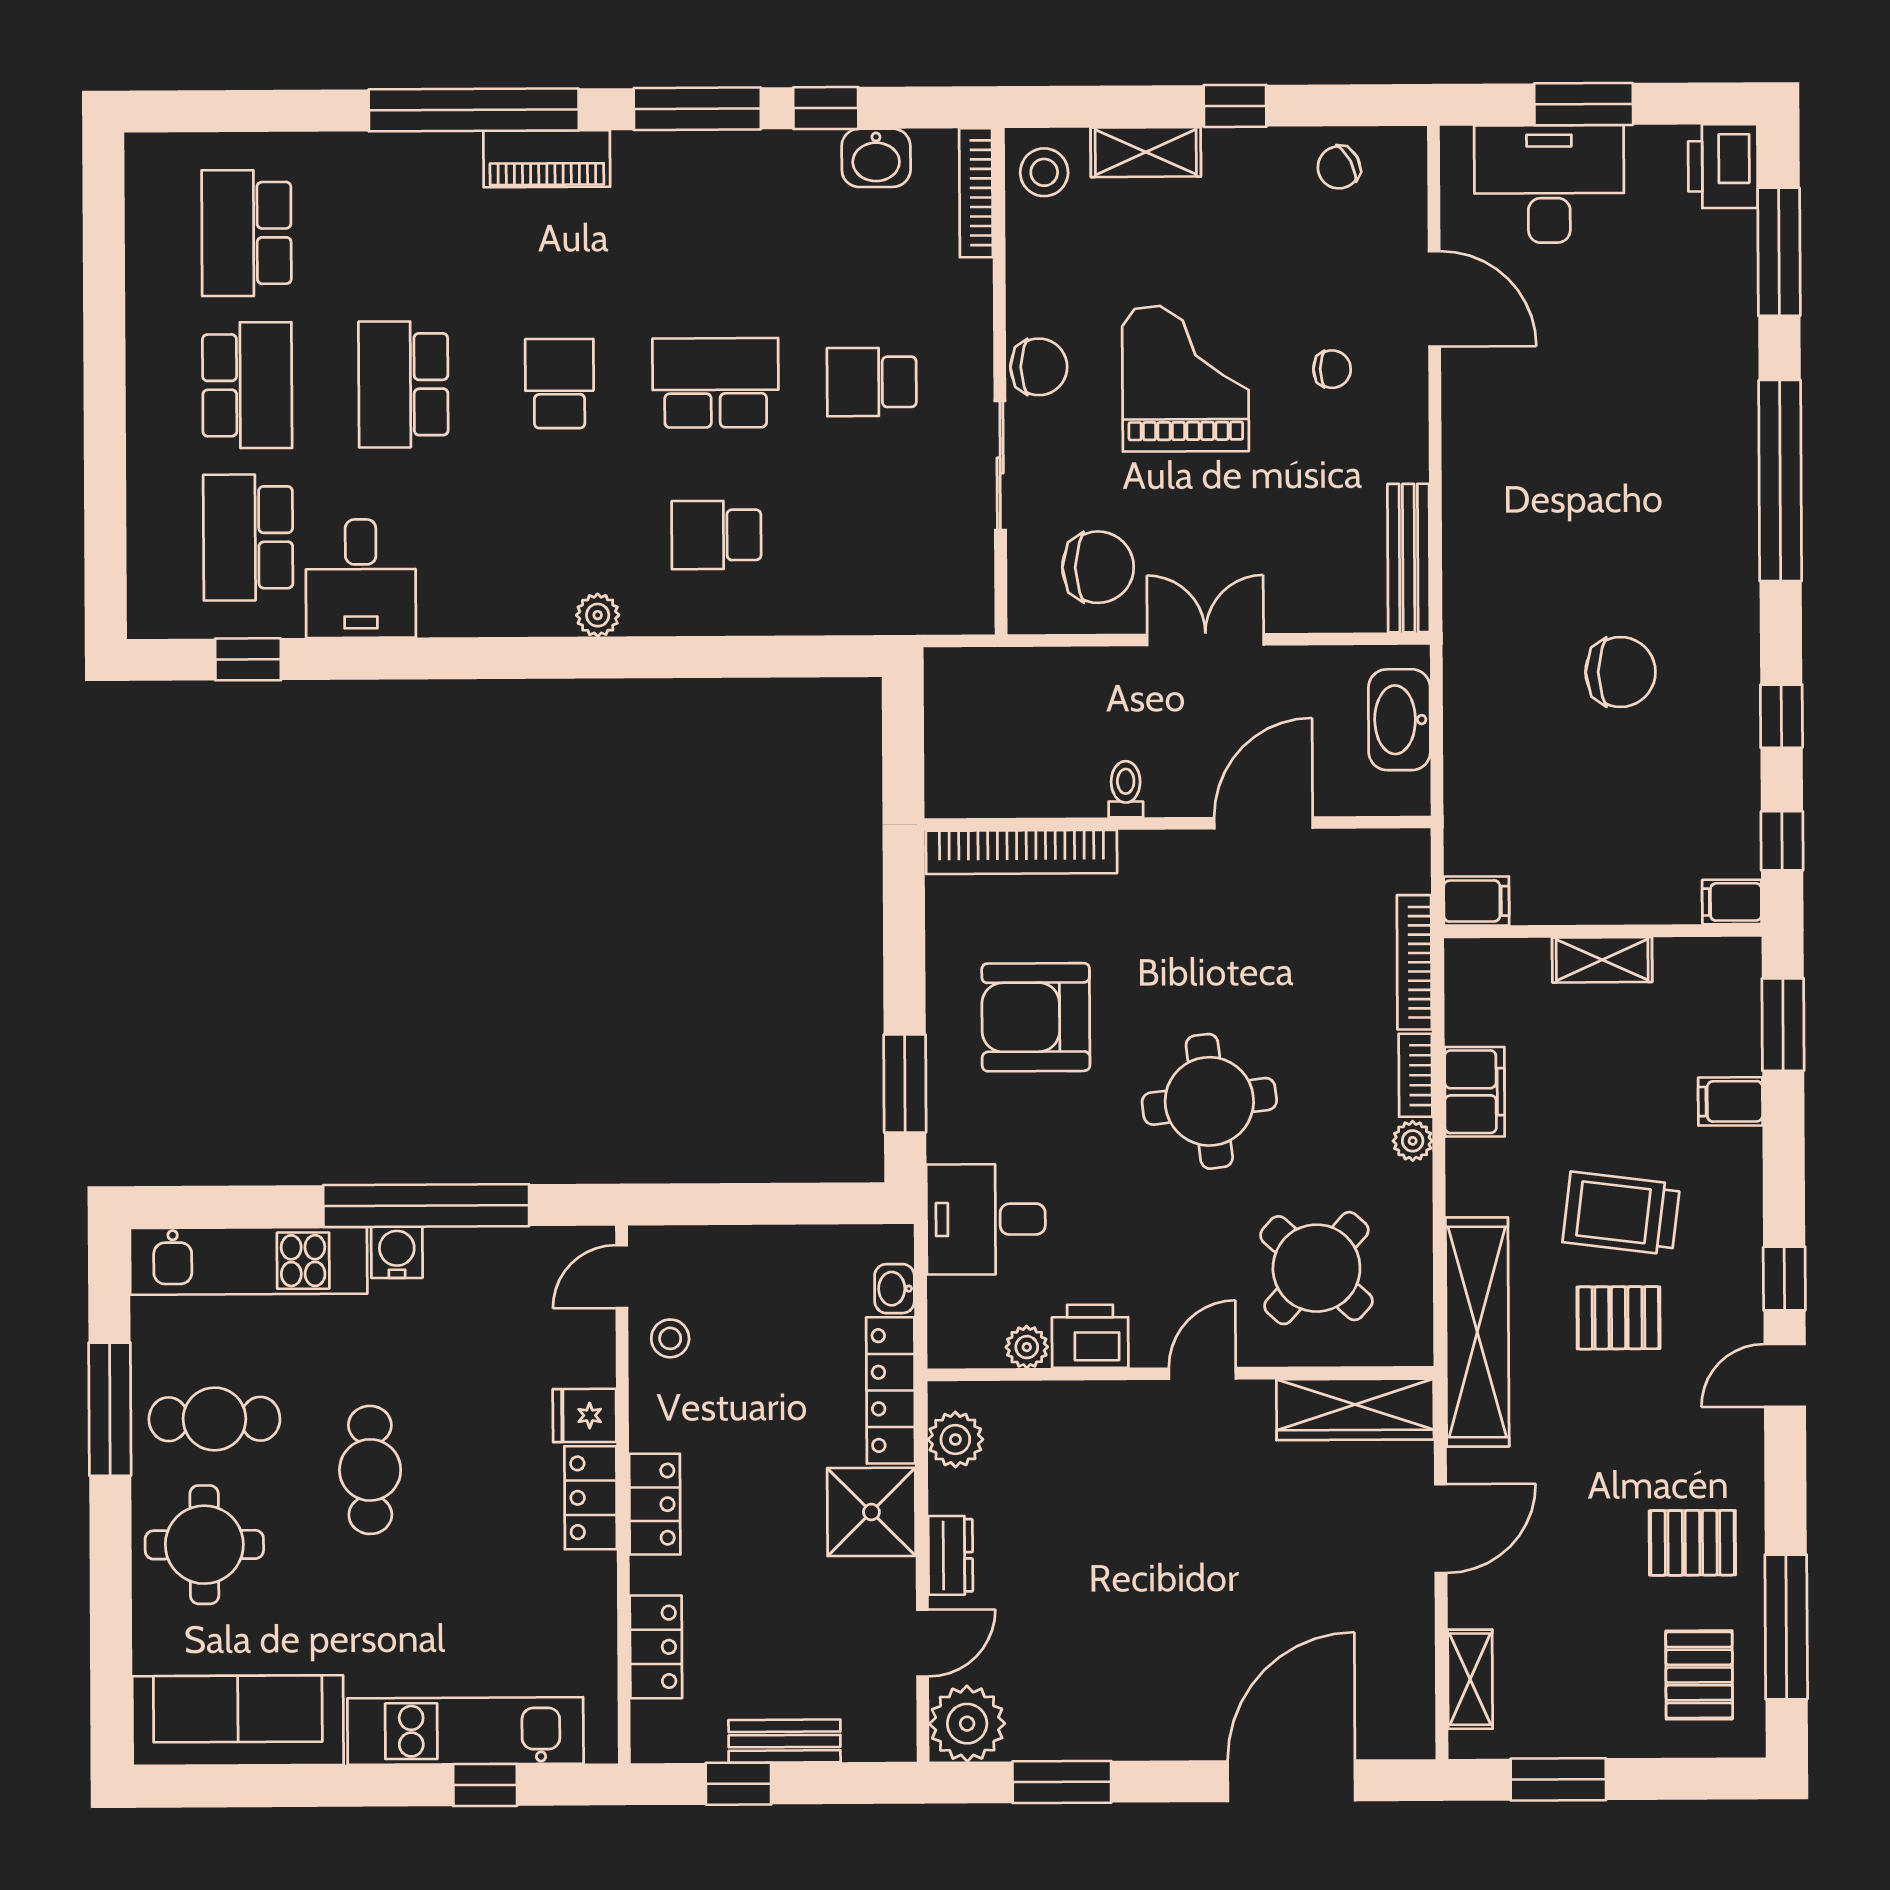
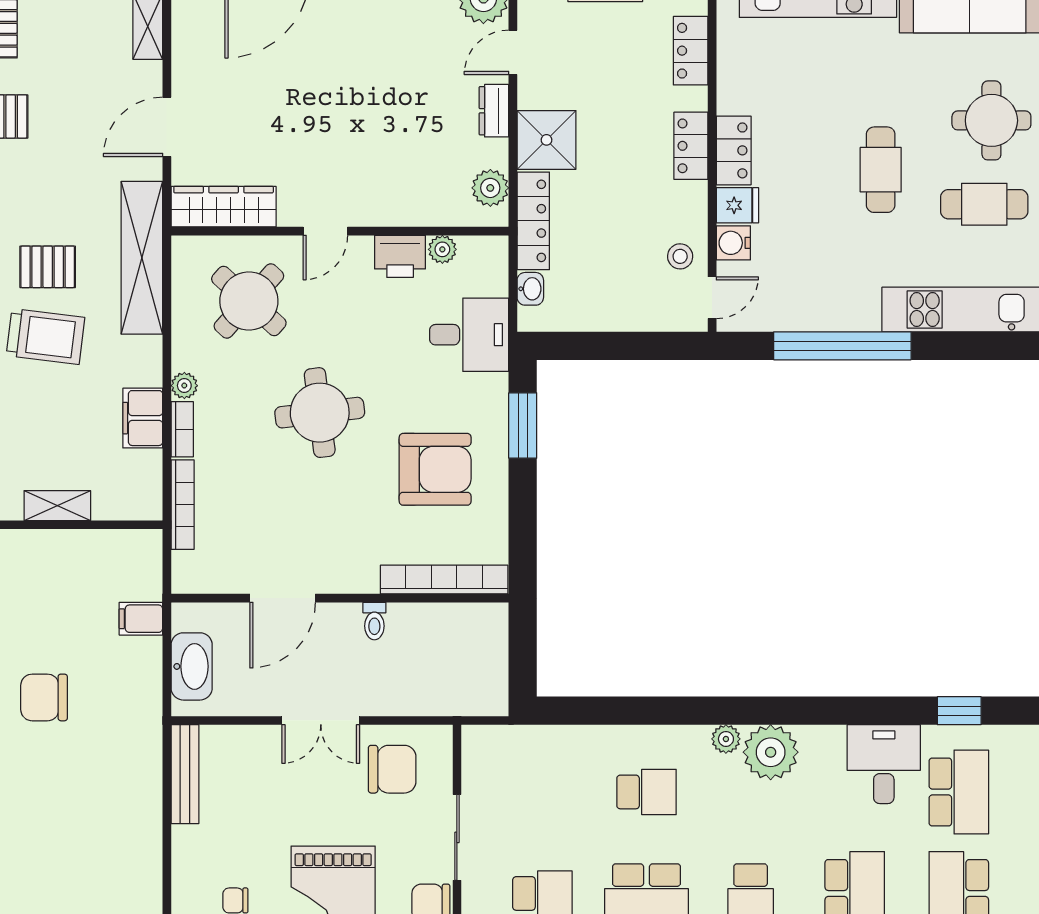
chair: (1098, 567) -> (392, 769), turned 180
plant: (531, 596) -> (771, 752), added
filing cabinet: (1476, 901) -> (141, 619), moved
water cooler: (397, 1252) -> (733, 243), moved, turned 90

